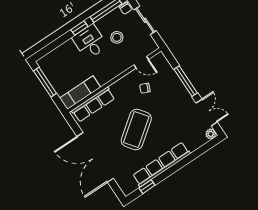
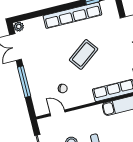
coffee table: (136, 129) -> (84, 54), width x0.73, depth x0.76

